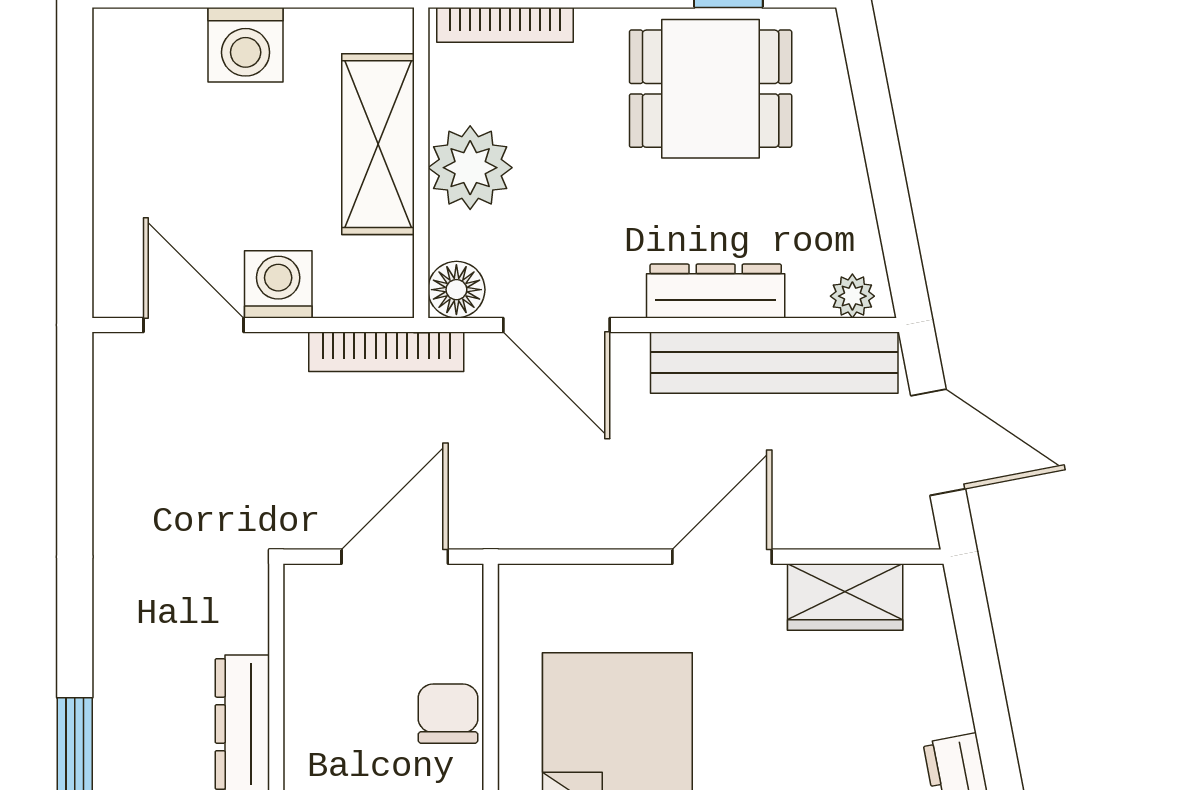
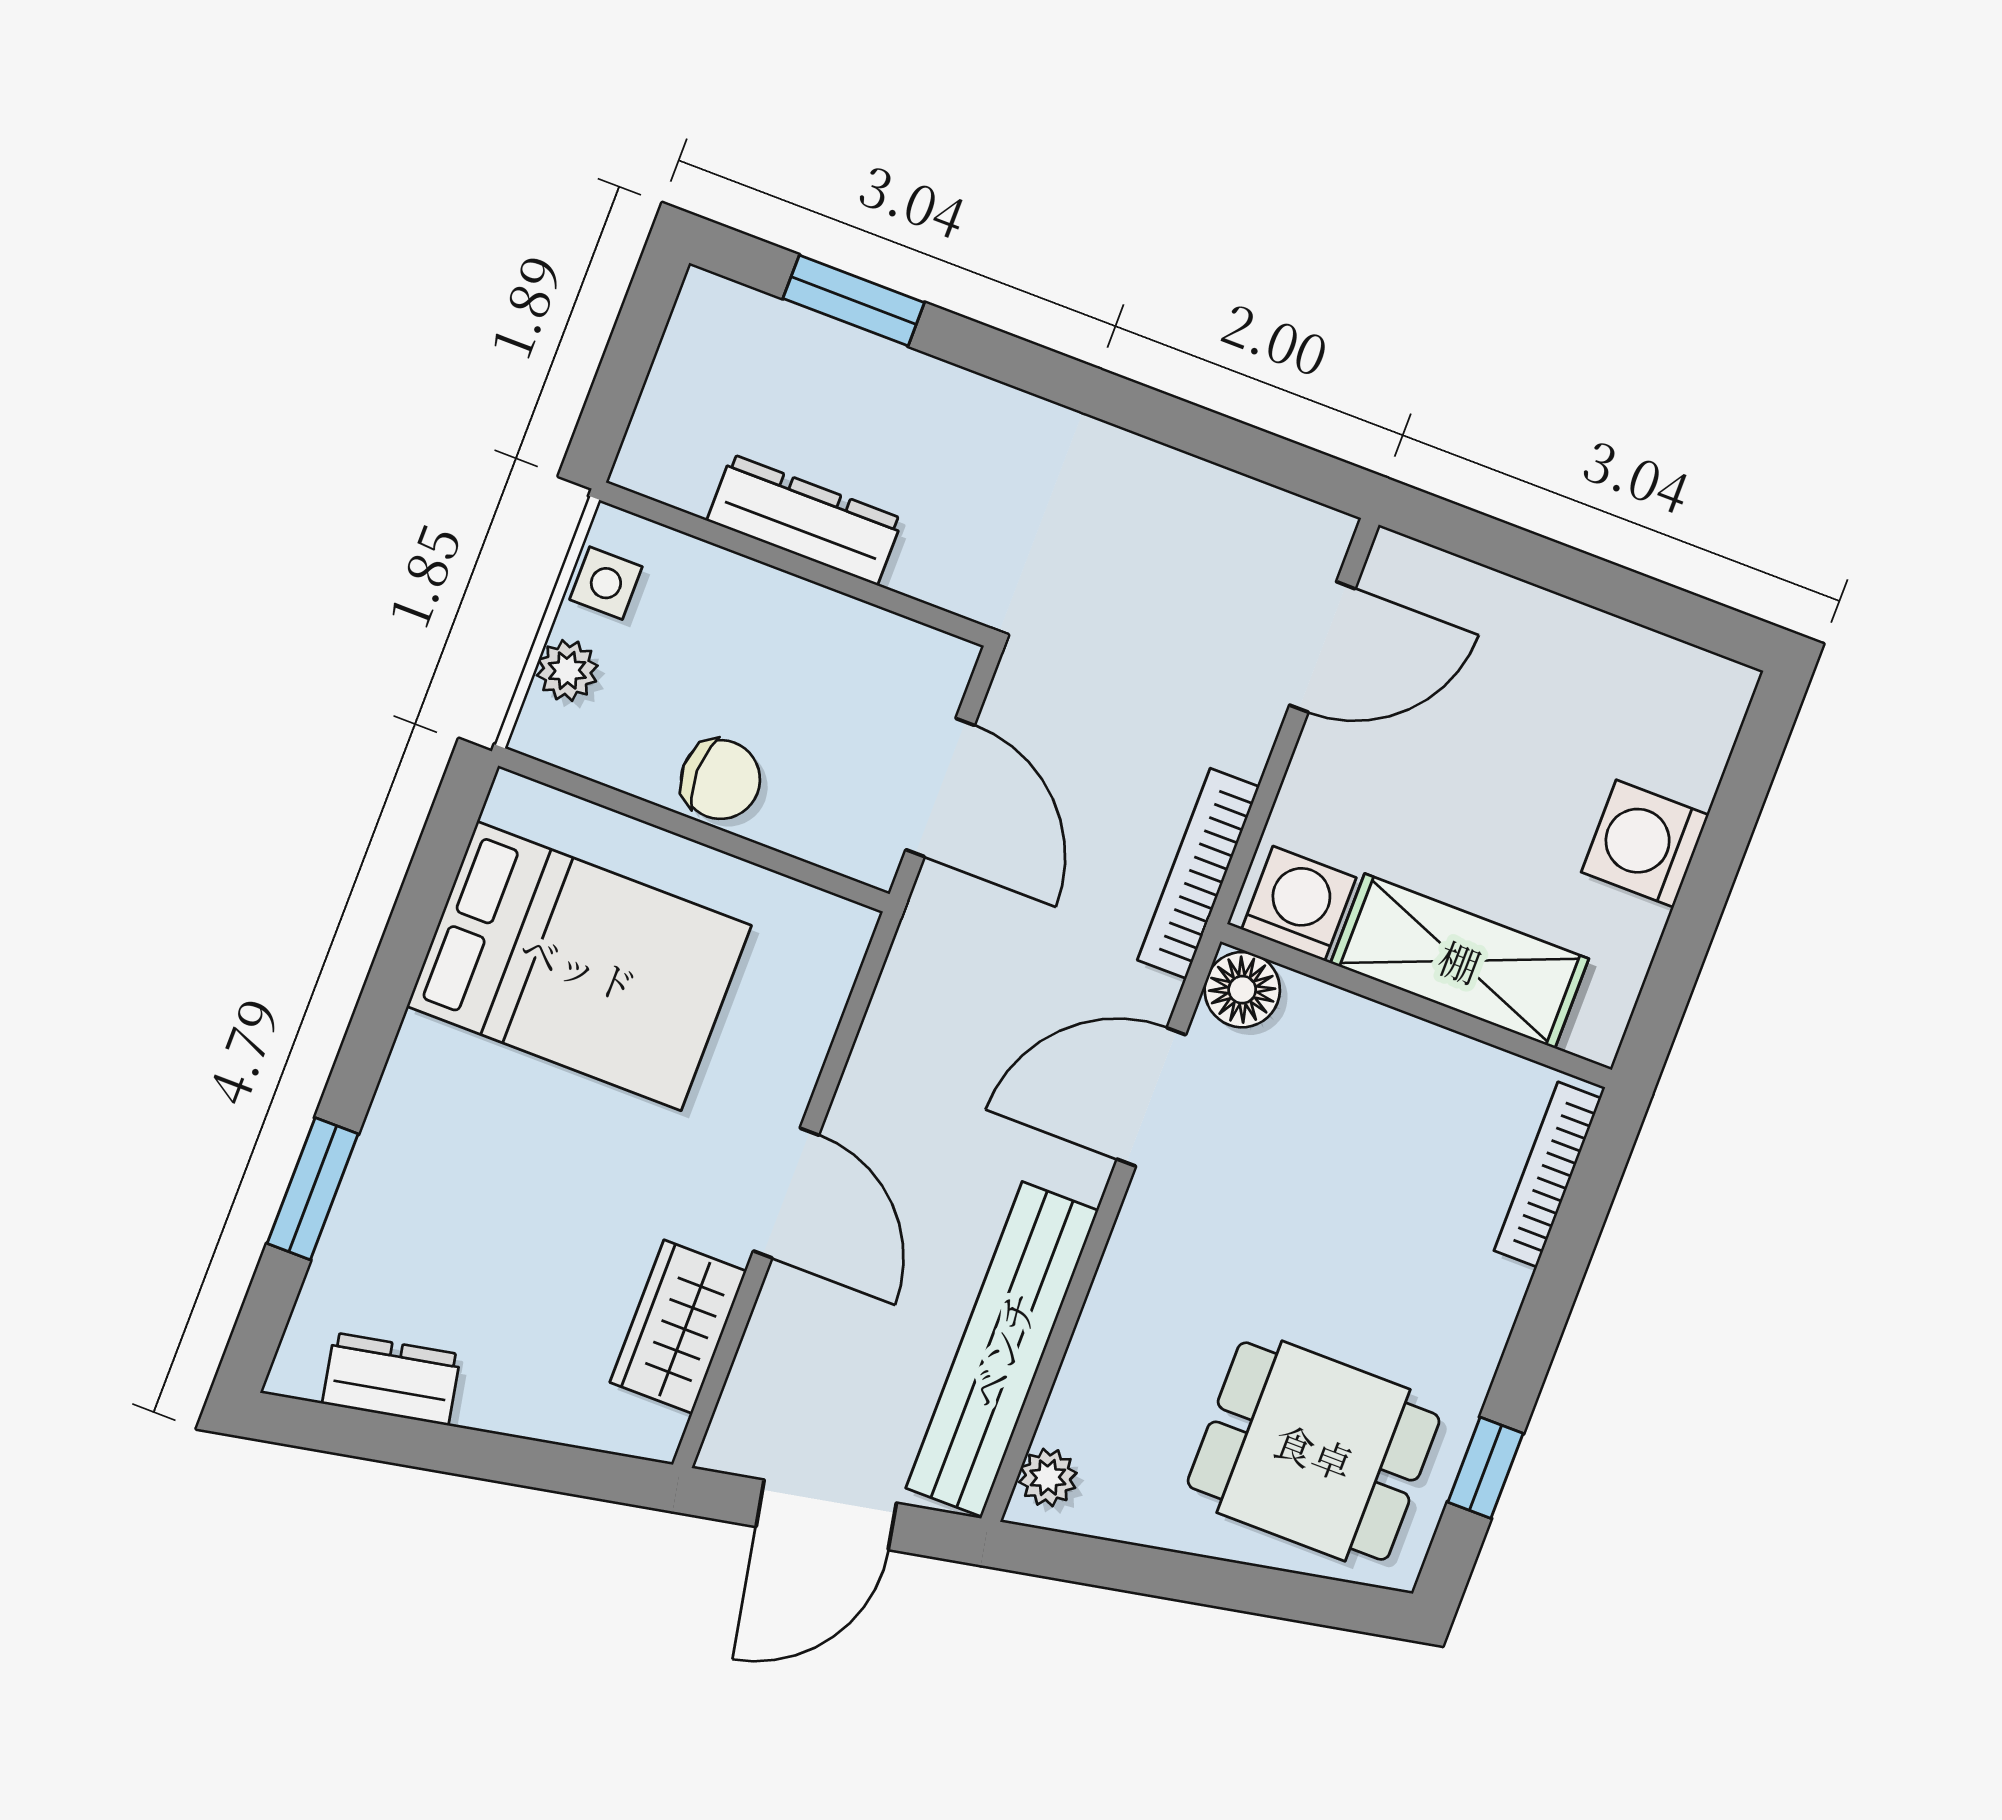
dining table: (711, 89) -> (1314, 1451), moved, turned 90
plant: (470, 168) -> (1387, 1064), removed
washing machine: (278, 284) -> (1299, 903), moved, turned -90
dresser: (716, 291) -> (1118, 1310), removed

